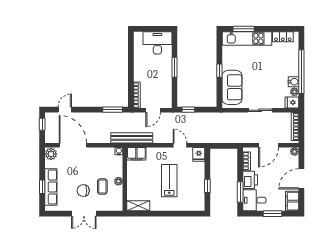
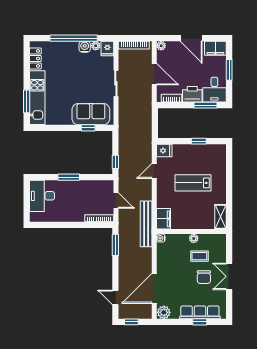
window: (219, 71) -> (88, 128), moved
double door: (84, 214) -> (229, 276), swing flipped

